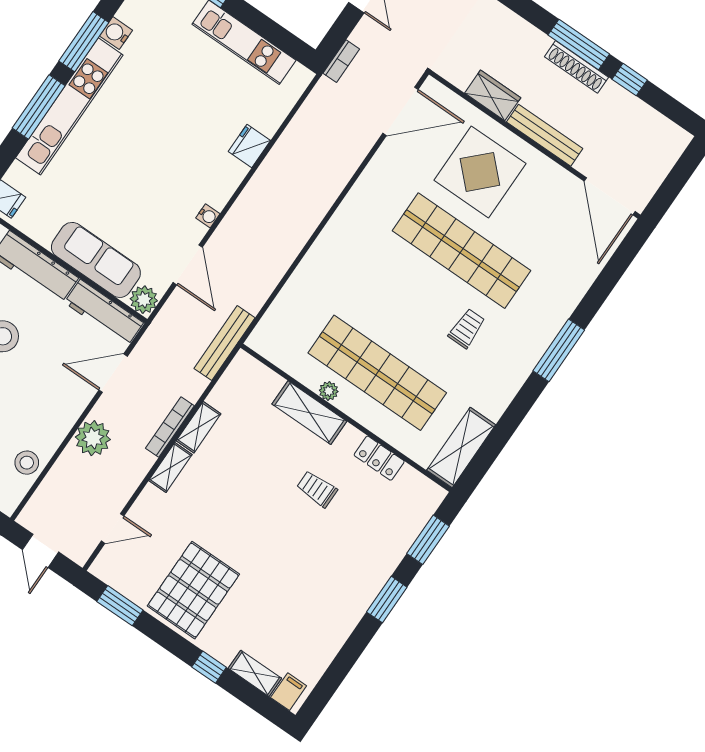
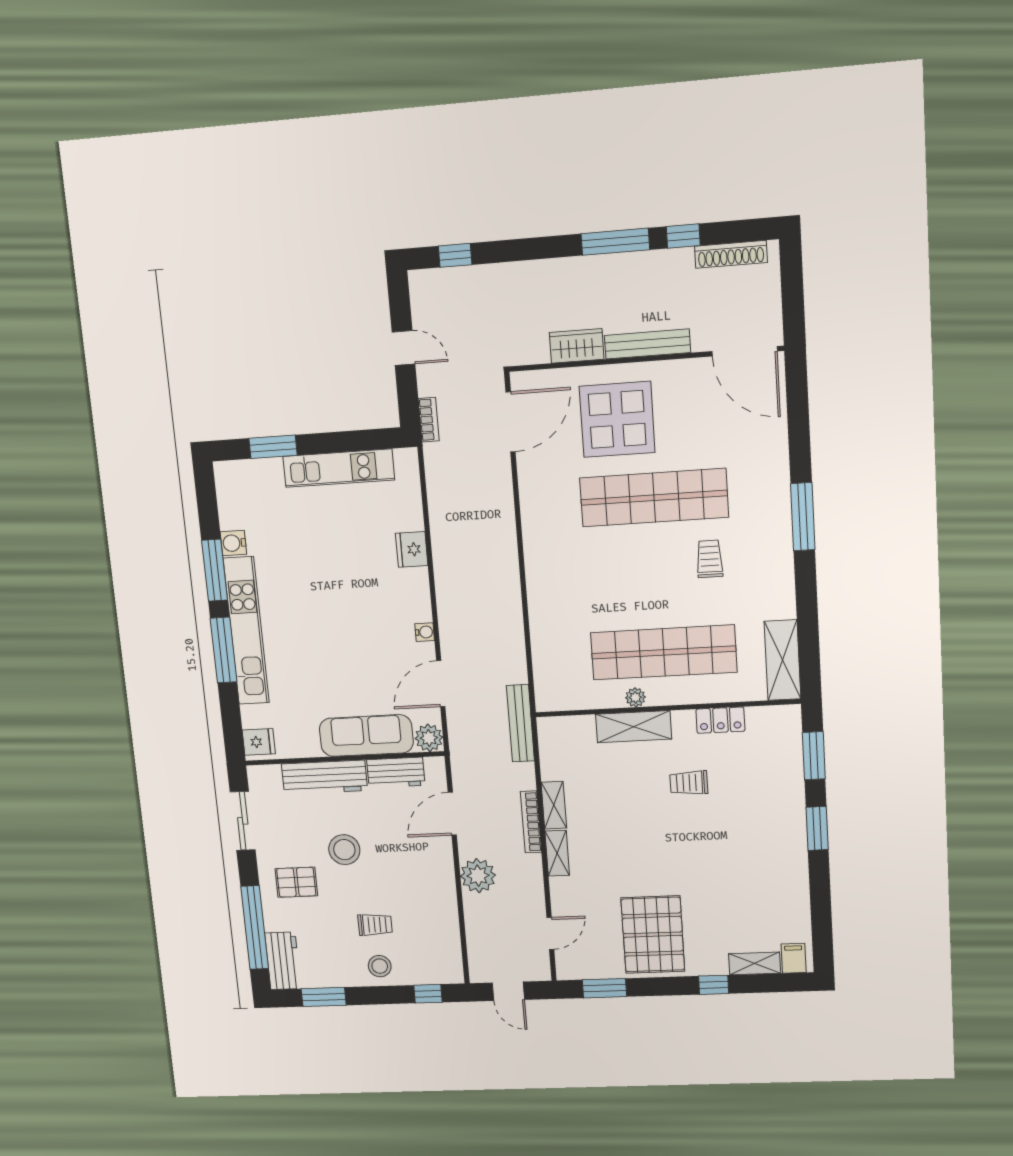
shoe rack: (577, 67) -> (731, 254), moved
door: (188, 265) -> (441, 684), swing flipped
workbench: (104, 313) -> (396, 772), width x0.73
stool: (27, 463) -> (443, 932), removed

